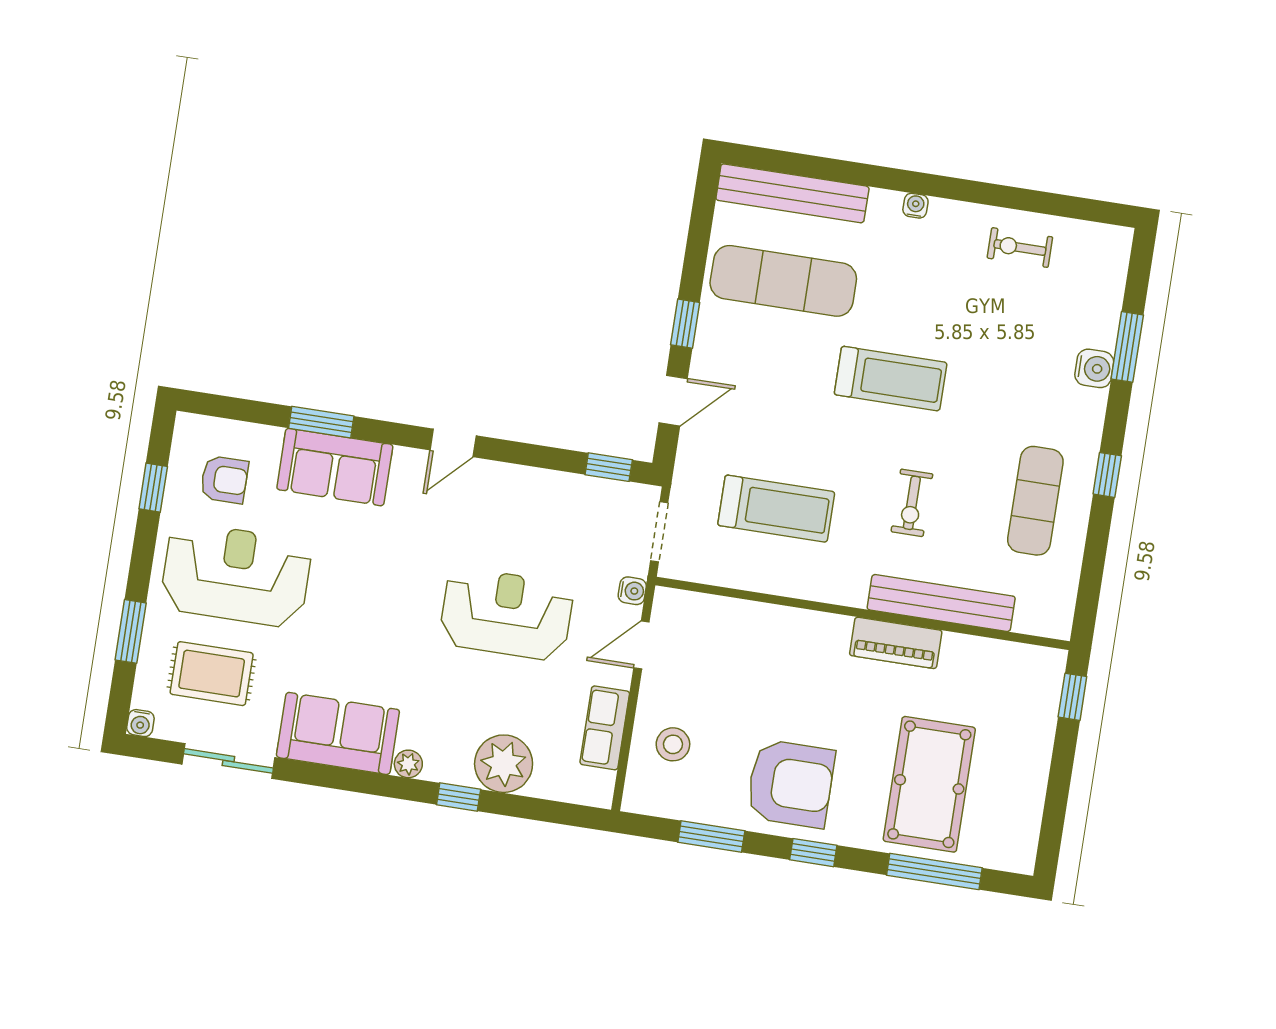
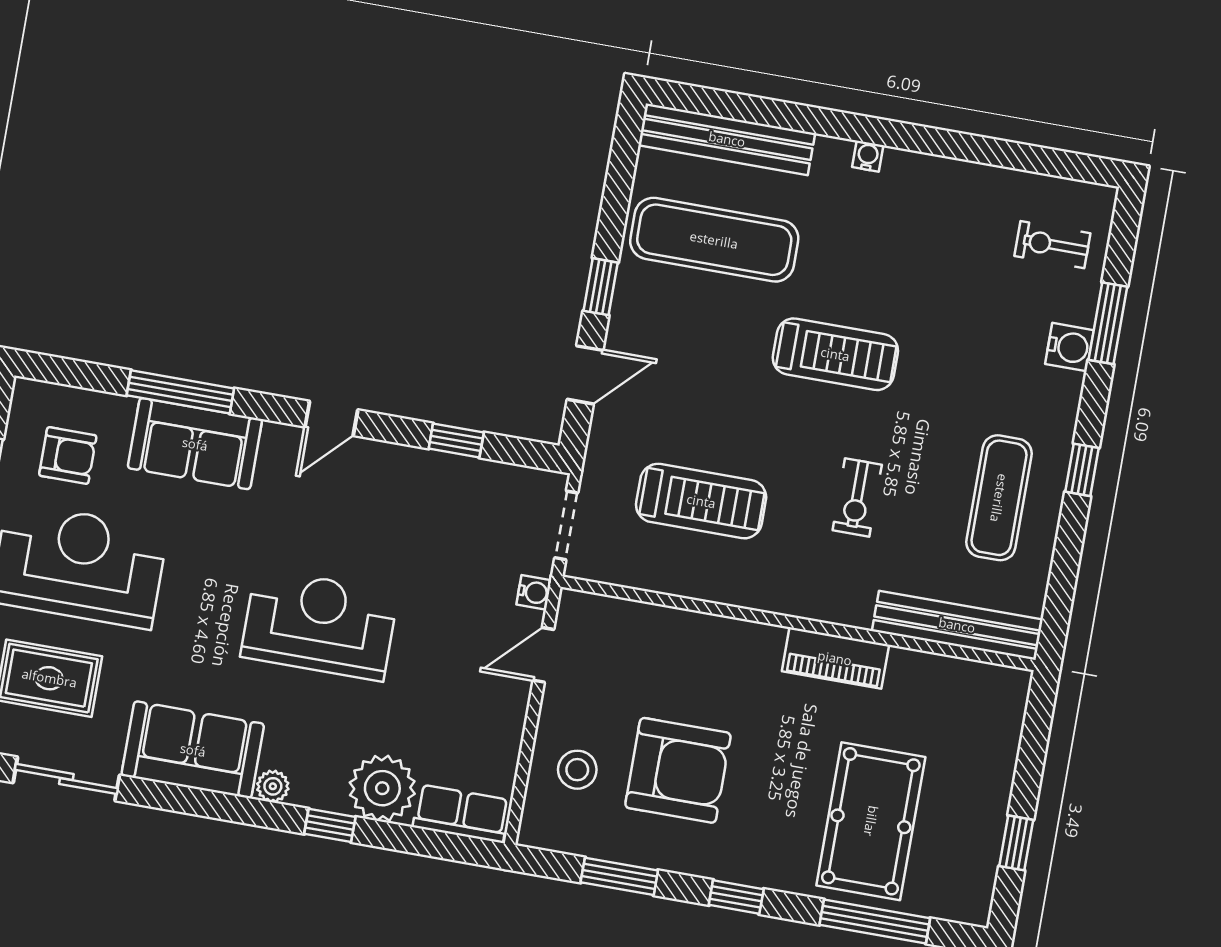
exercise bike: (1020, 248) -> (1052, 245), moved
window: (321, 422) -> (180, 392), width x1.44
window: (609, 467) -> (456, 440), moved
bench: (941, 603) -> (957, 625), moved
reception desk: (506, 614) -> (319, 624), moved
window: (1072, 697) -> (1016, 843), moved
row of seats: (605, 728) -> (461, 814), moved, turned 90
armchair: (790, 784) -> (678, 770), moved

